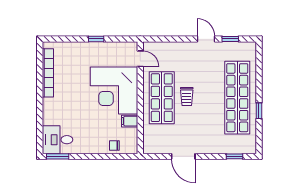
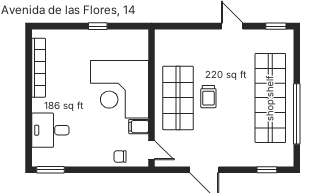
window: (230, 39) -> (276, 26), moved
door: (140, 59) -> (152, 150), moved
window: (259, 111) -> (297, 114), width x3.17
desk: (57, 140) -> (50, 130), moved

